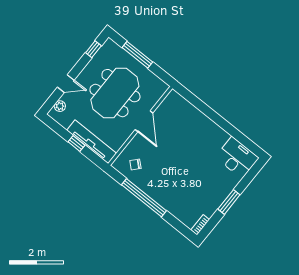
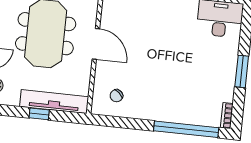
window: (144, 198) -> (186, 129), moved

